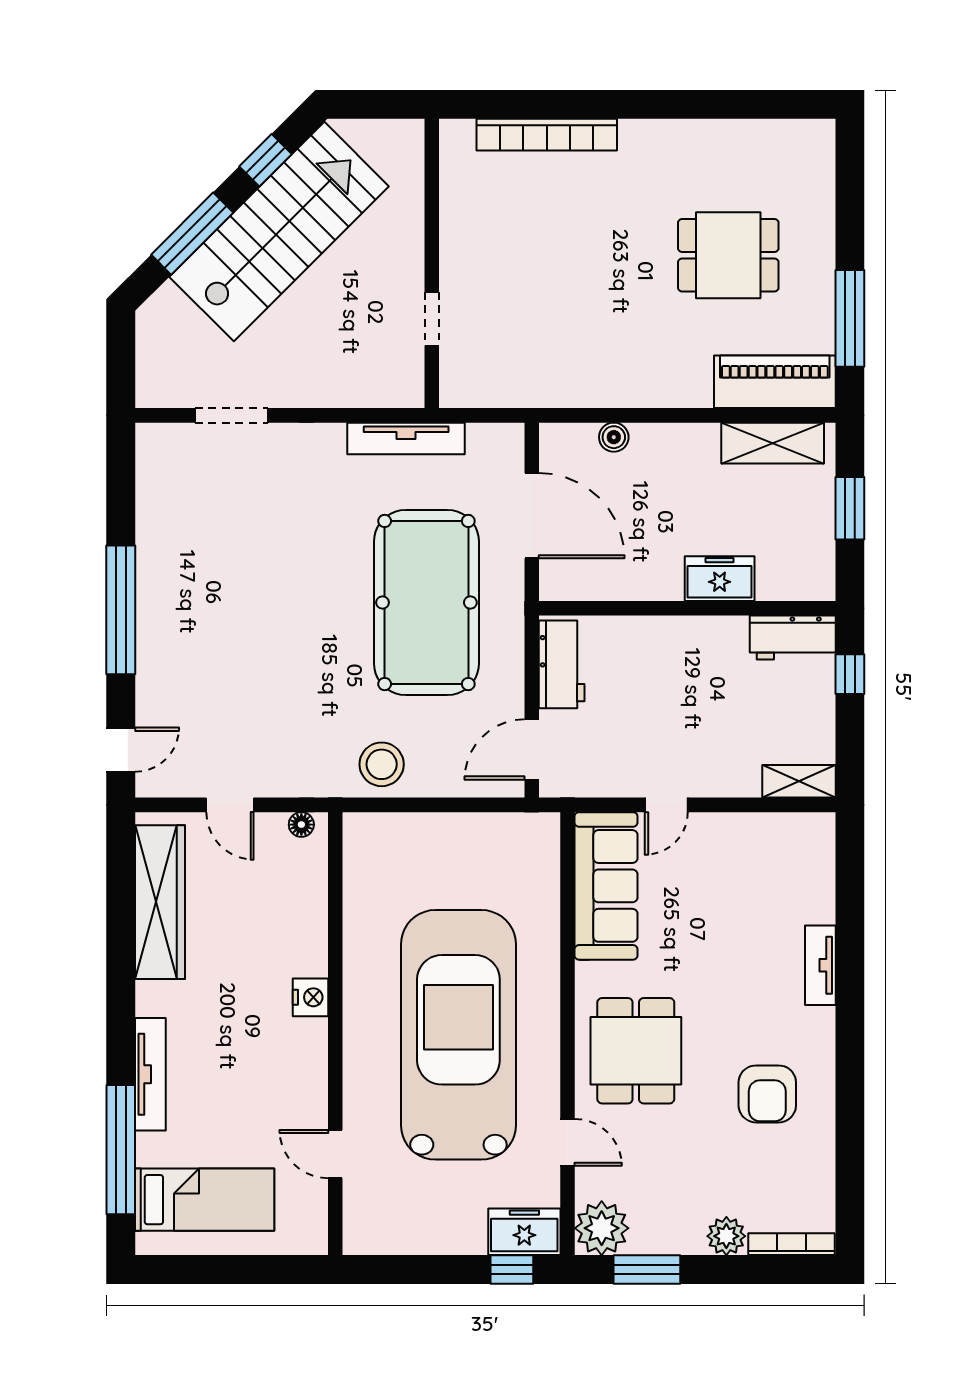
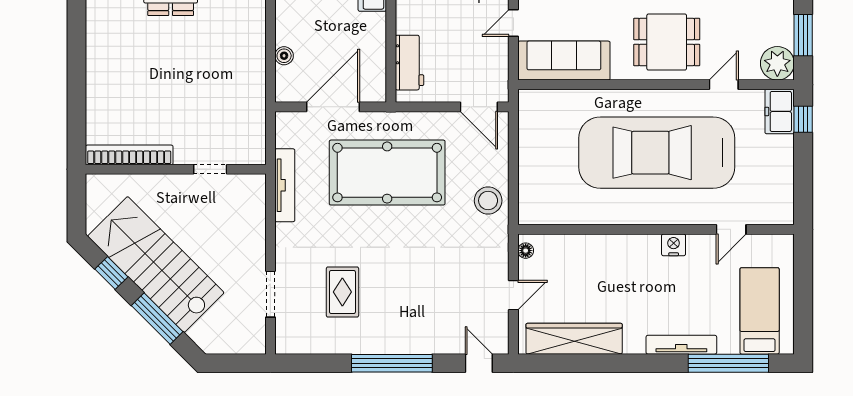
bookcase: (547, 135) -> (129, 155), moved, turned -90
rug: (235, 531) -> (342, 292), added
workbench: (562, 664) -> (409, 63), moved, turned 90
door: (666, 805) -> (513, 23), swing flipped
nightstand: (311, 997) -> (674, 245), moved

